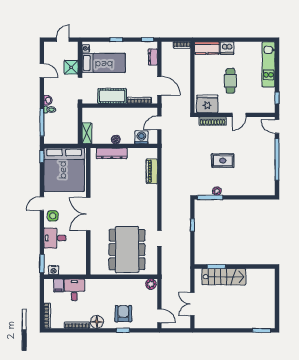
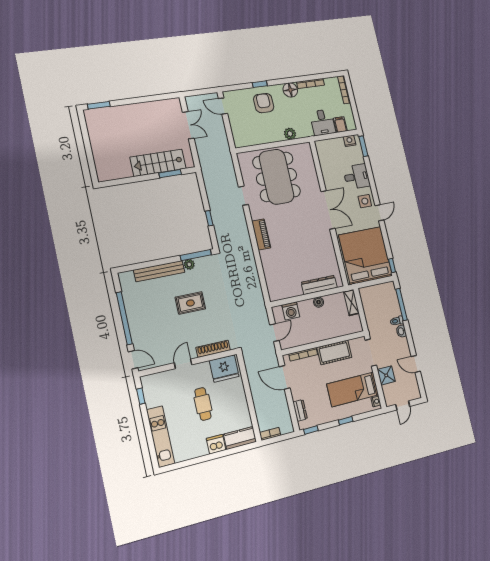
piano: (152, 171) -> (261, 235), moved
bench: (242, 190) -> (159, 271), added
plant: (151, 284) -> (290, 134), moved
armchair: (123, 314) -> (264, 103), turned 180

